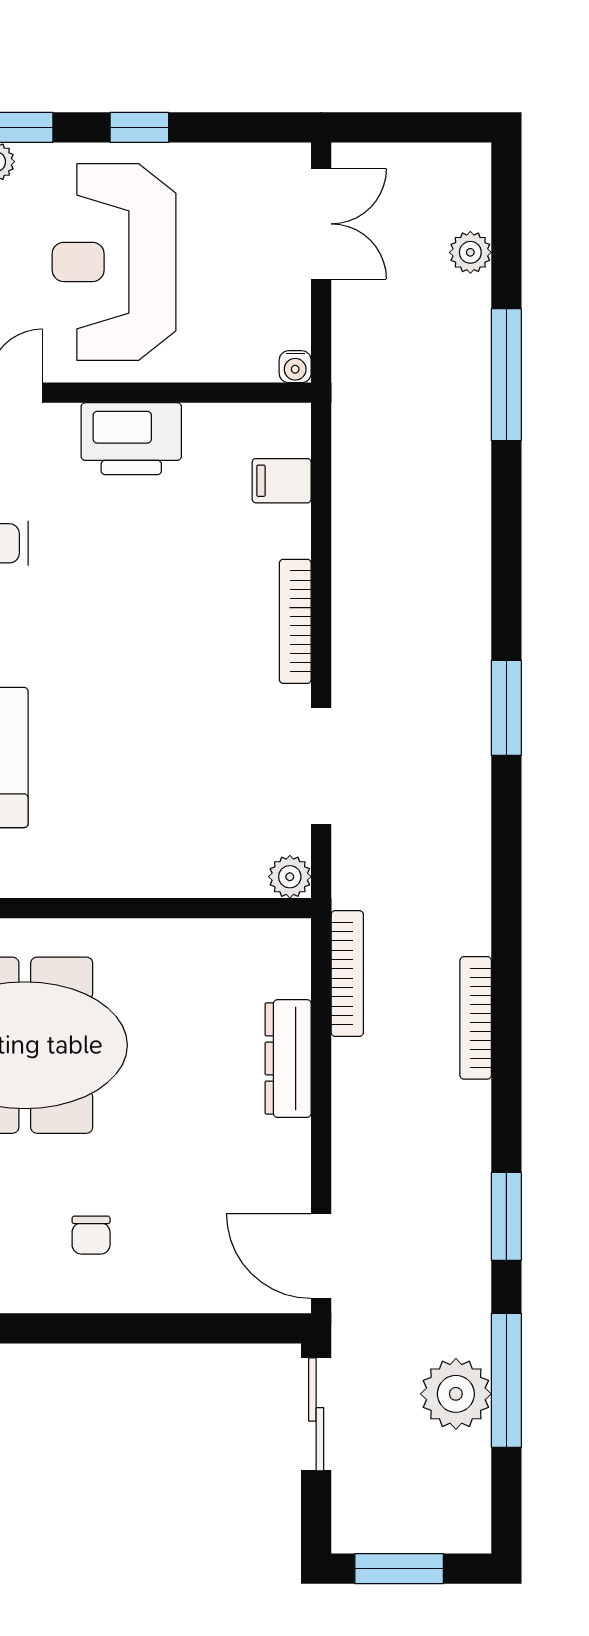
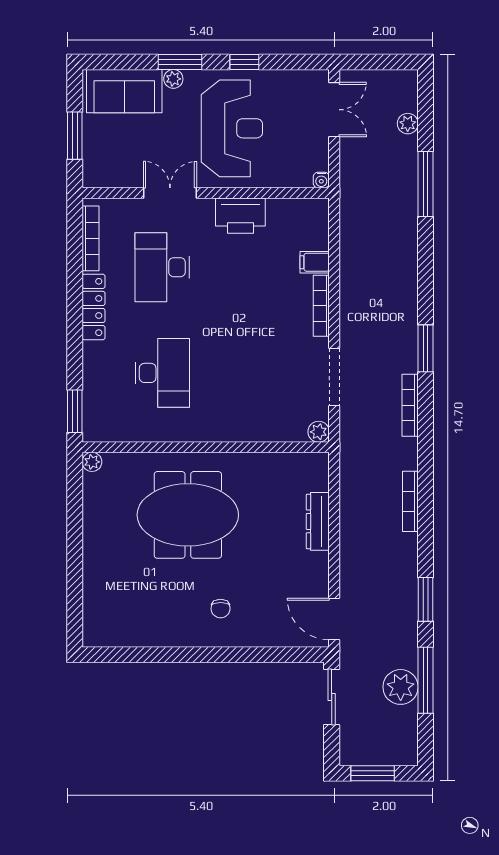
reception desk: (114, 262) -> (232, 128), turned 180
filing cabinet: (282, 481) -> (315, 262), moved
bookcase: (347, 973) -> (410, 405), moved, turned 180

